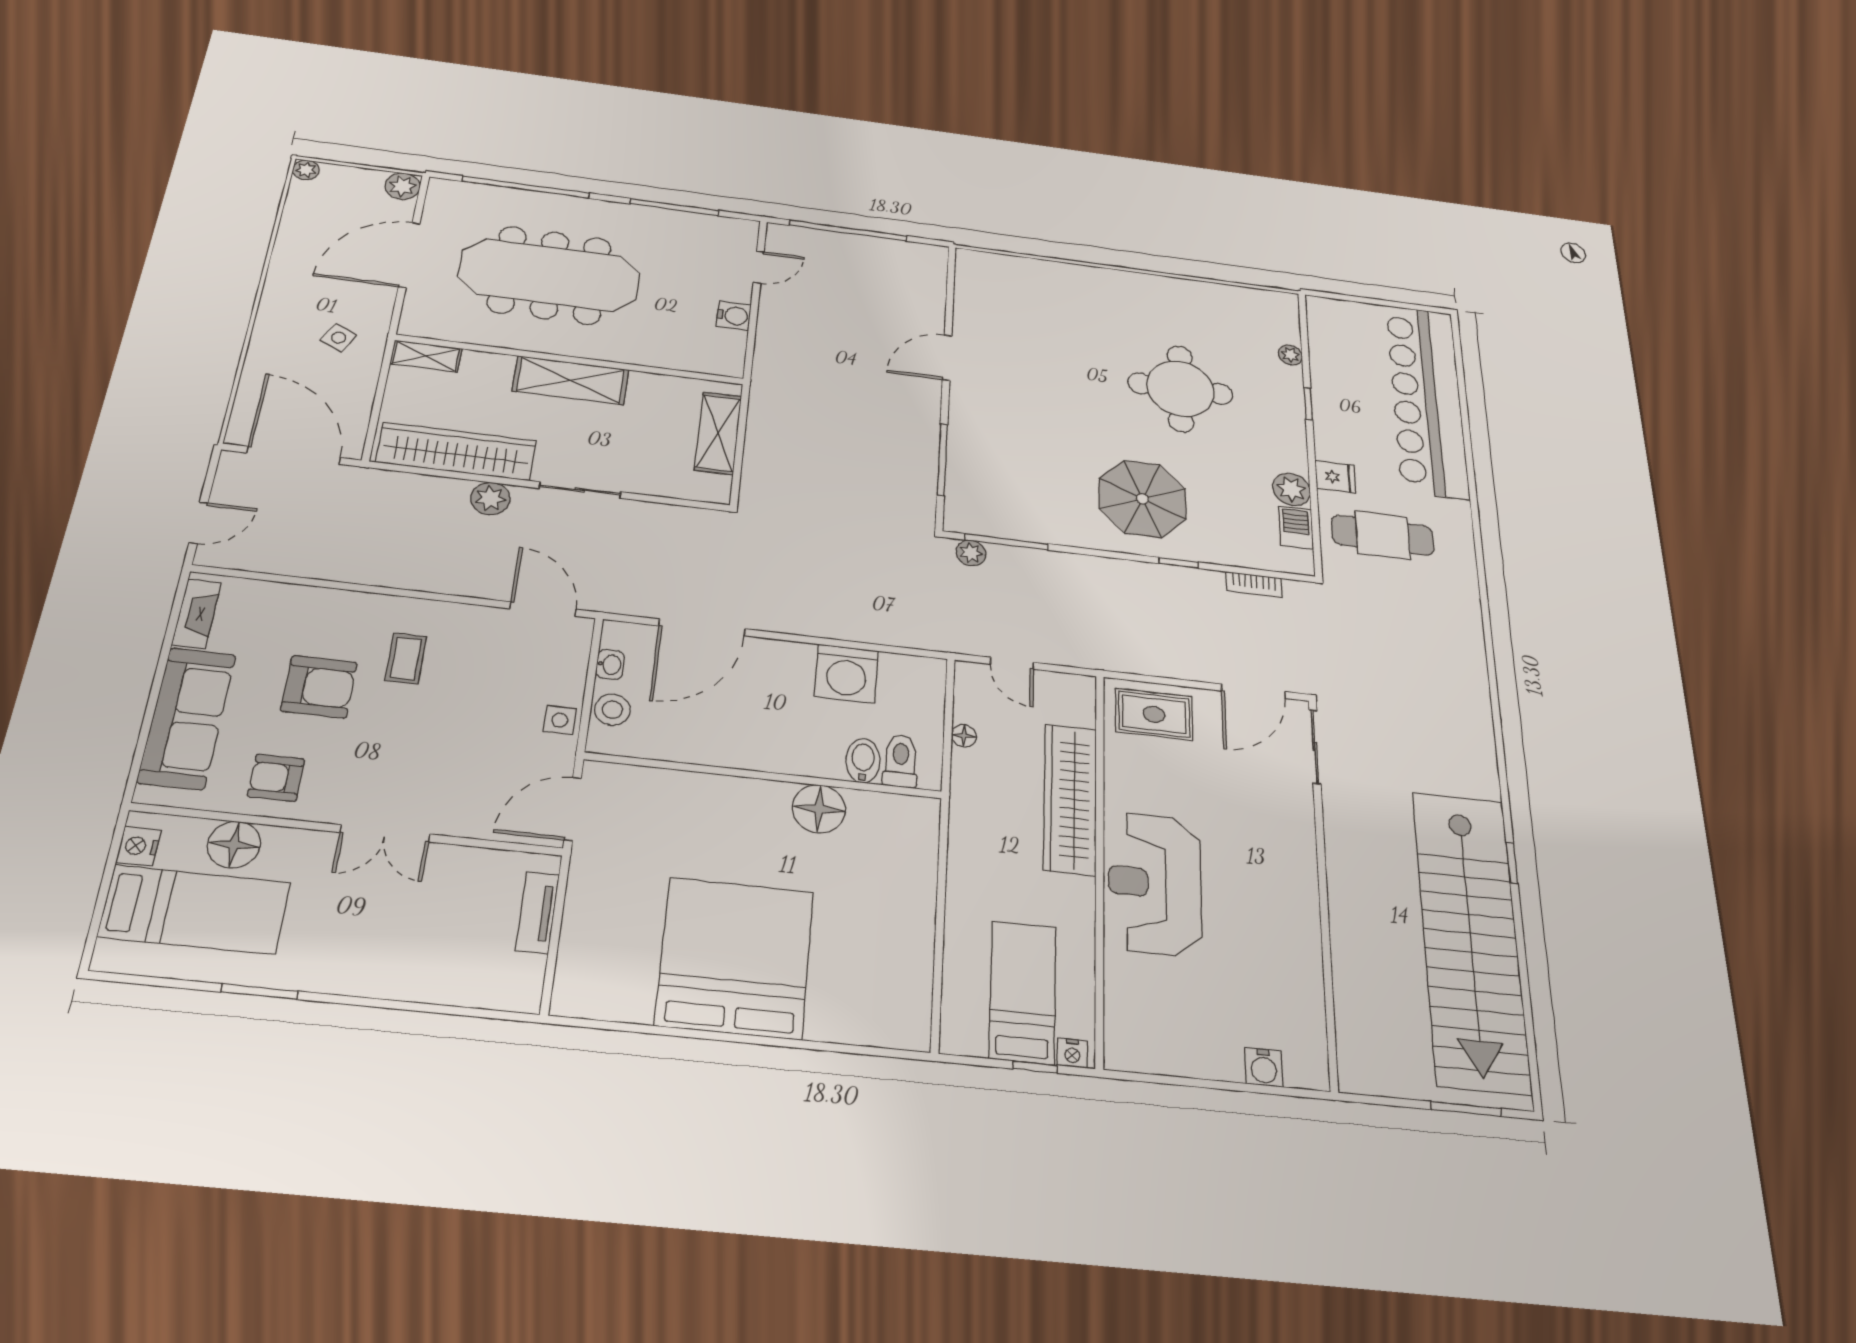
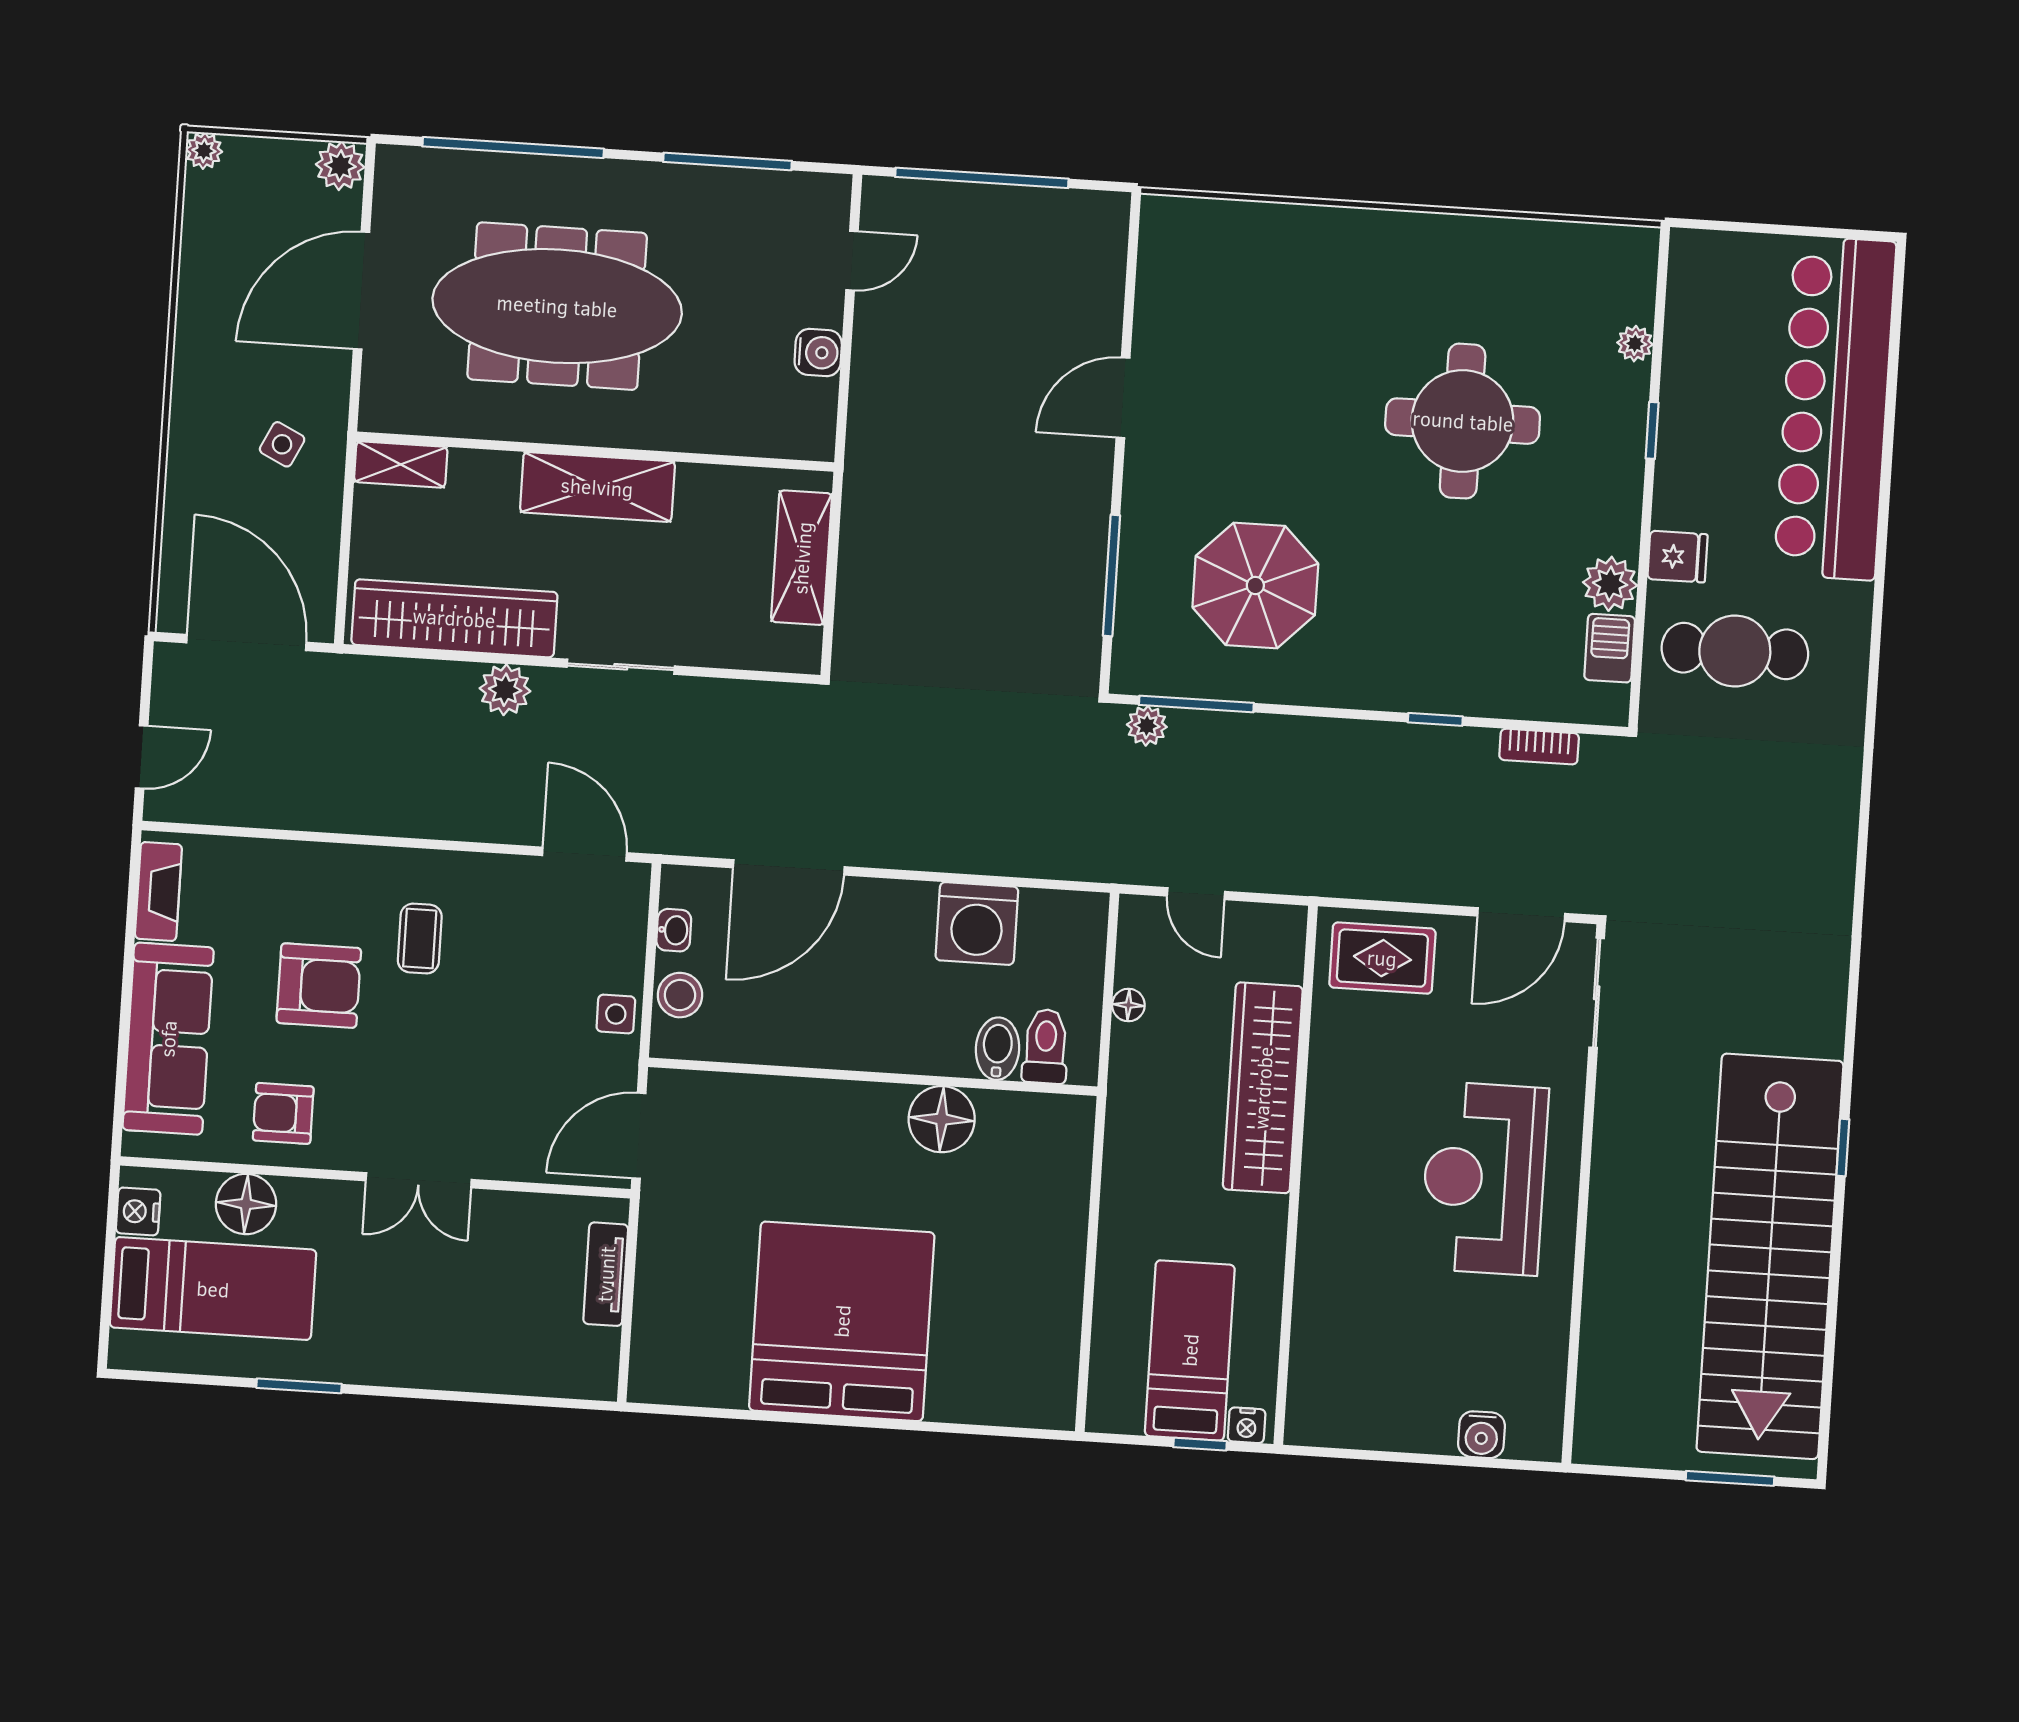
parasol: (1142, 499) -> (1255, 585), moved
reception desk: (1155, 884) -> (1484, 1178), moved

